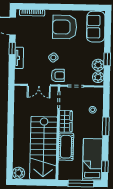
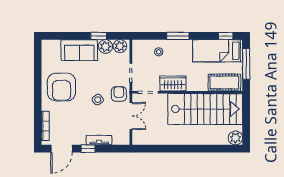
sofa: (96, 27) -> (79, 50), moved
cot: (66, 147) -> (224, 82), moved

